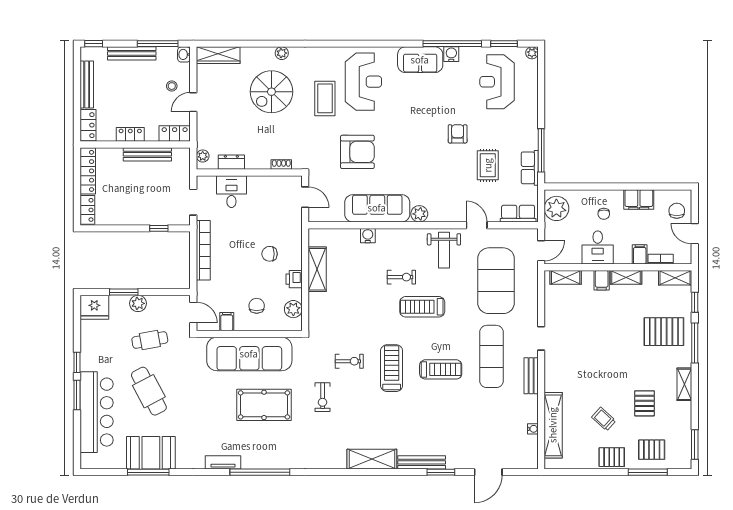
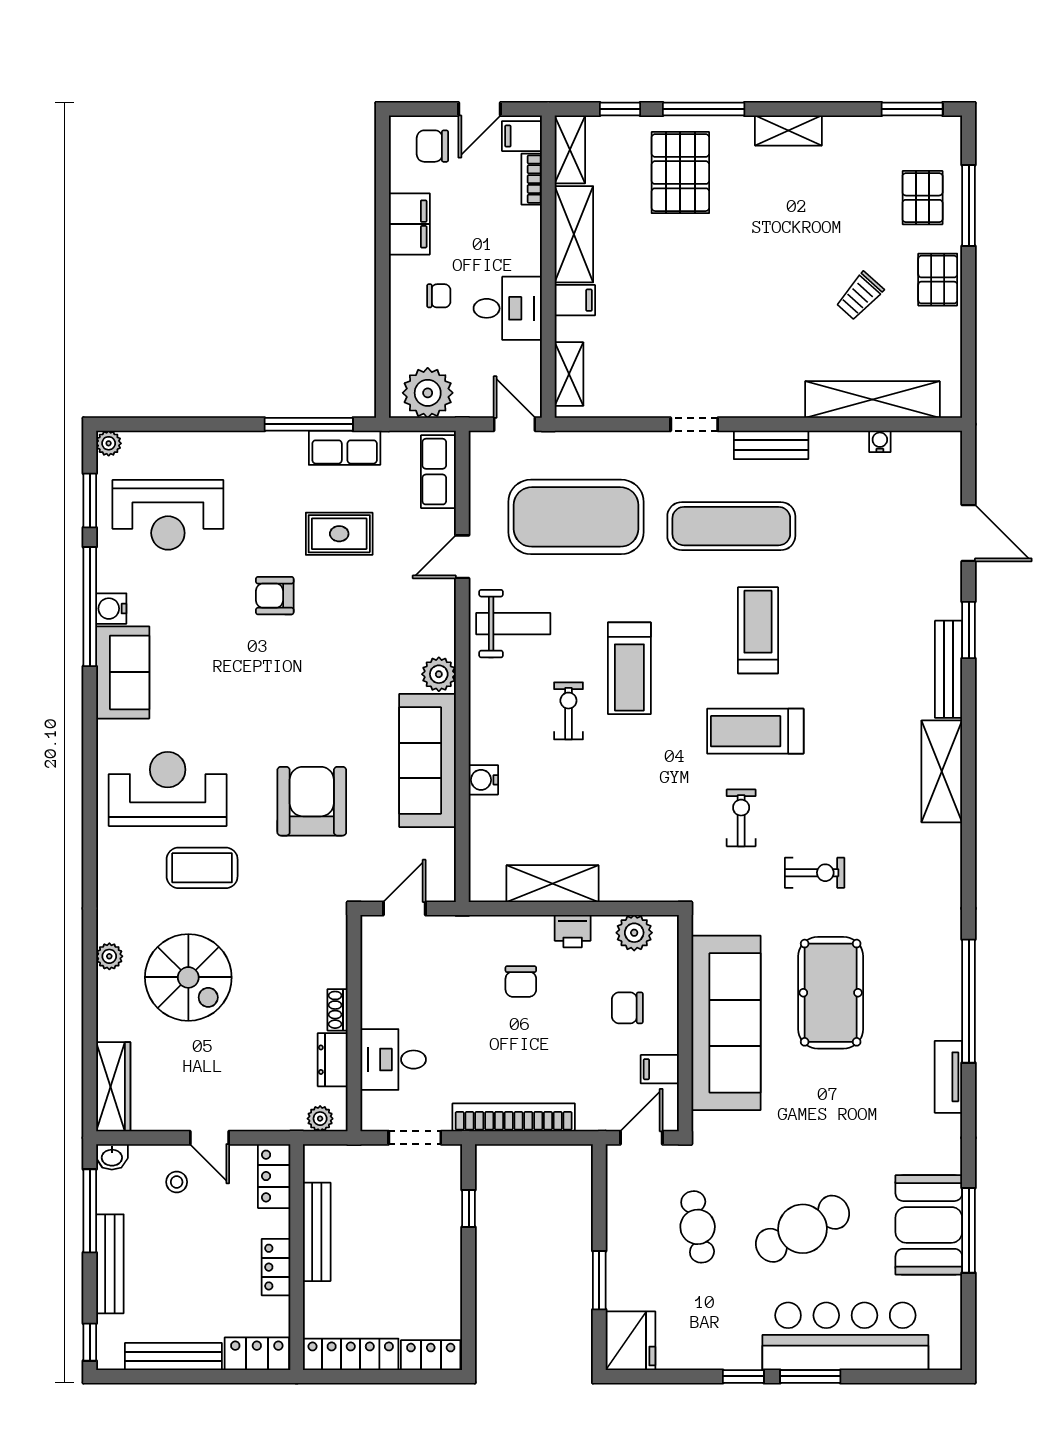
shoe rack: (281, 164) -> (337, 1010), moved
filing cabinet: (640, 254) -> (522, 136), moved
shelving: (626, 277) -> (574, 234), width x1.50, depth x1.33
plant: (138, 303) -> (622, 1251), removed
pallet: (644, 403) -> (828, 212), removed

